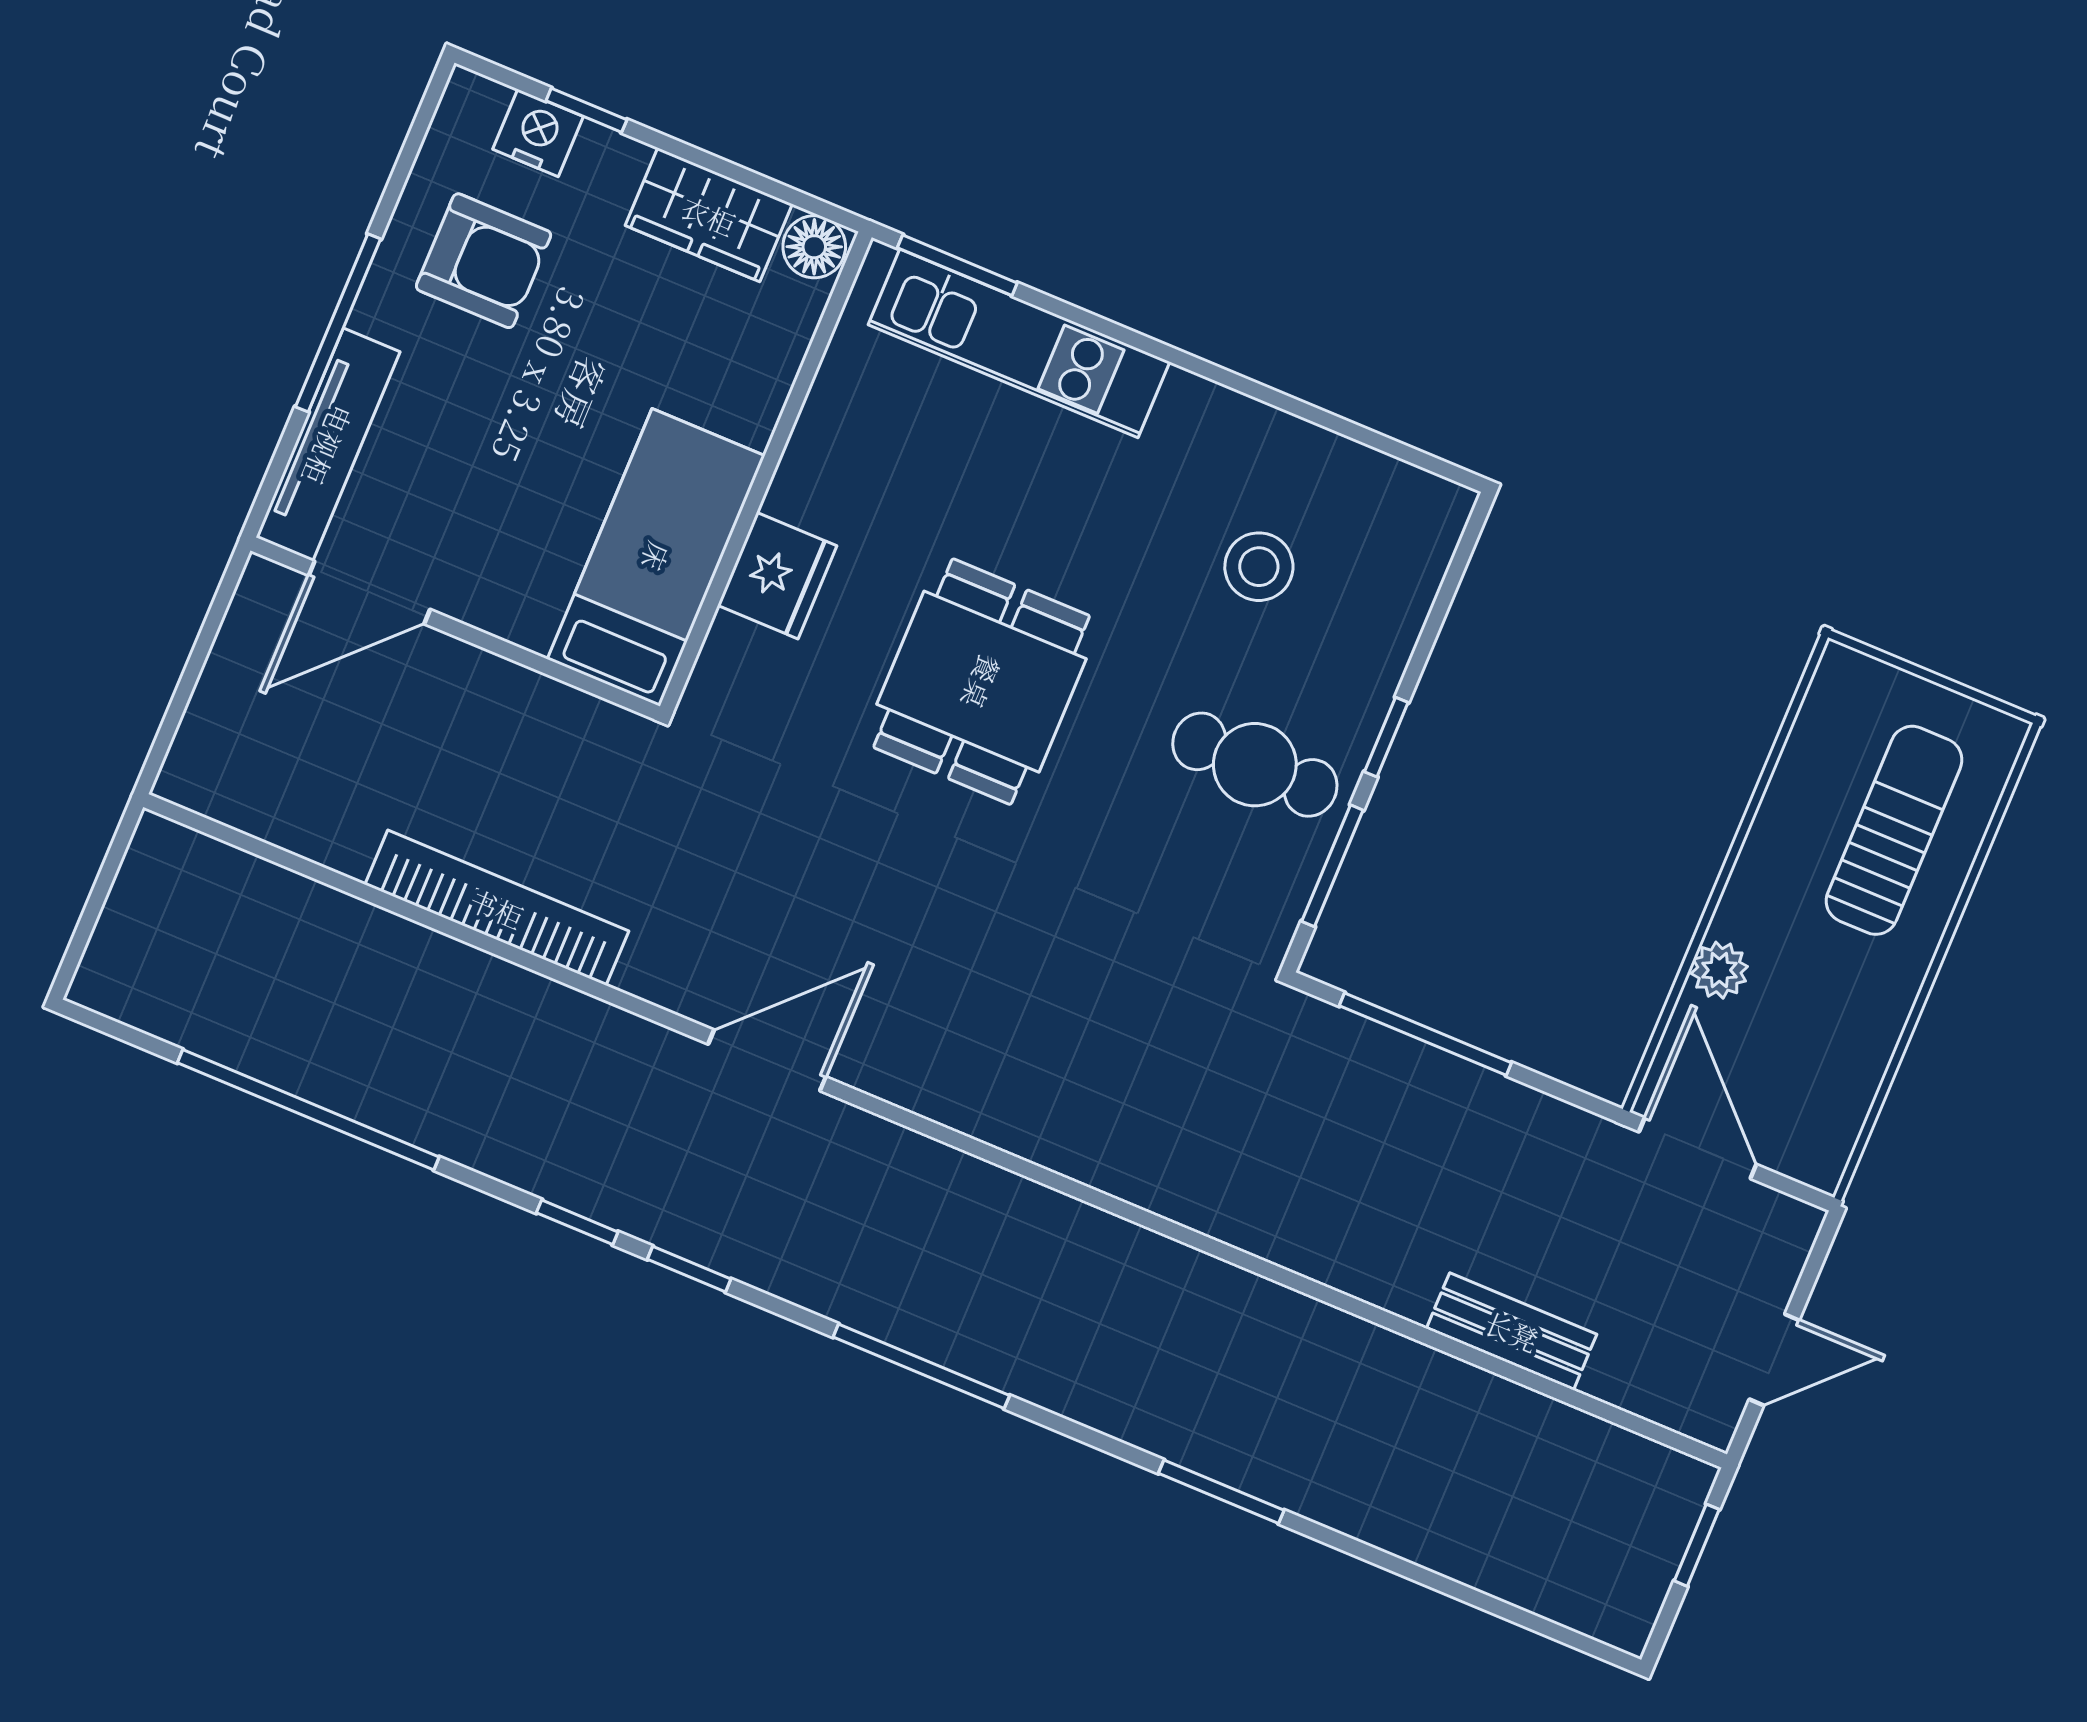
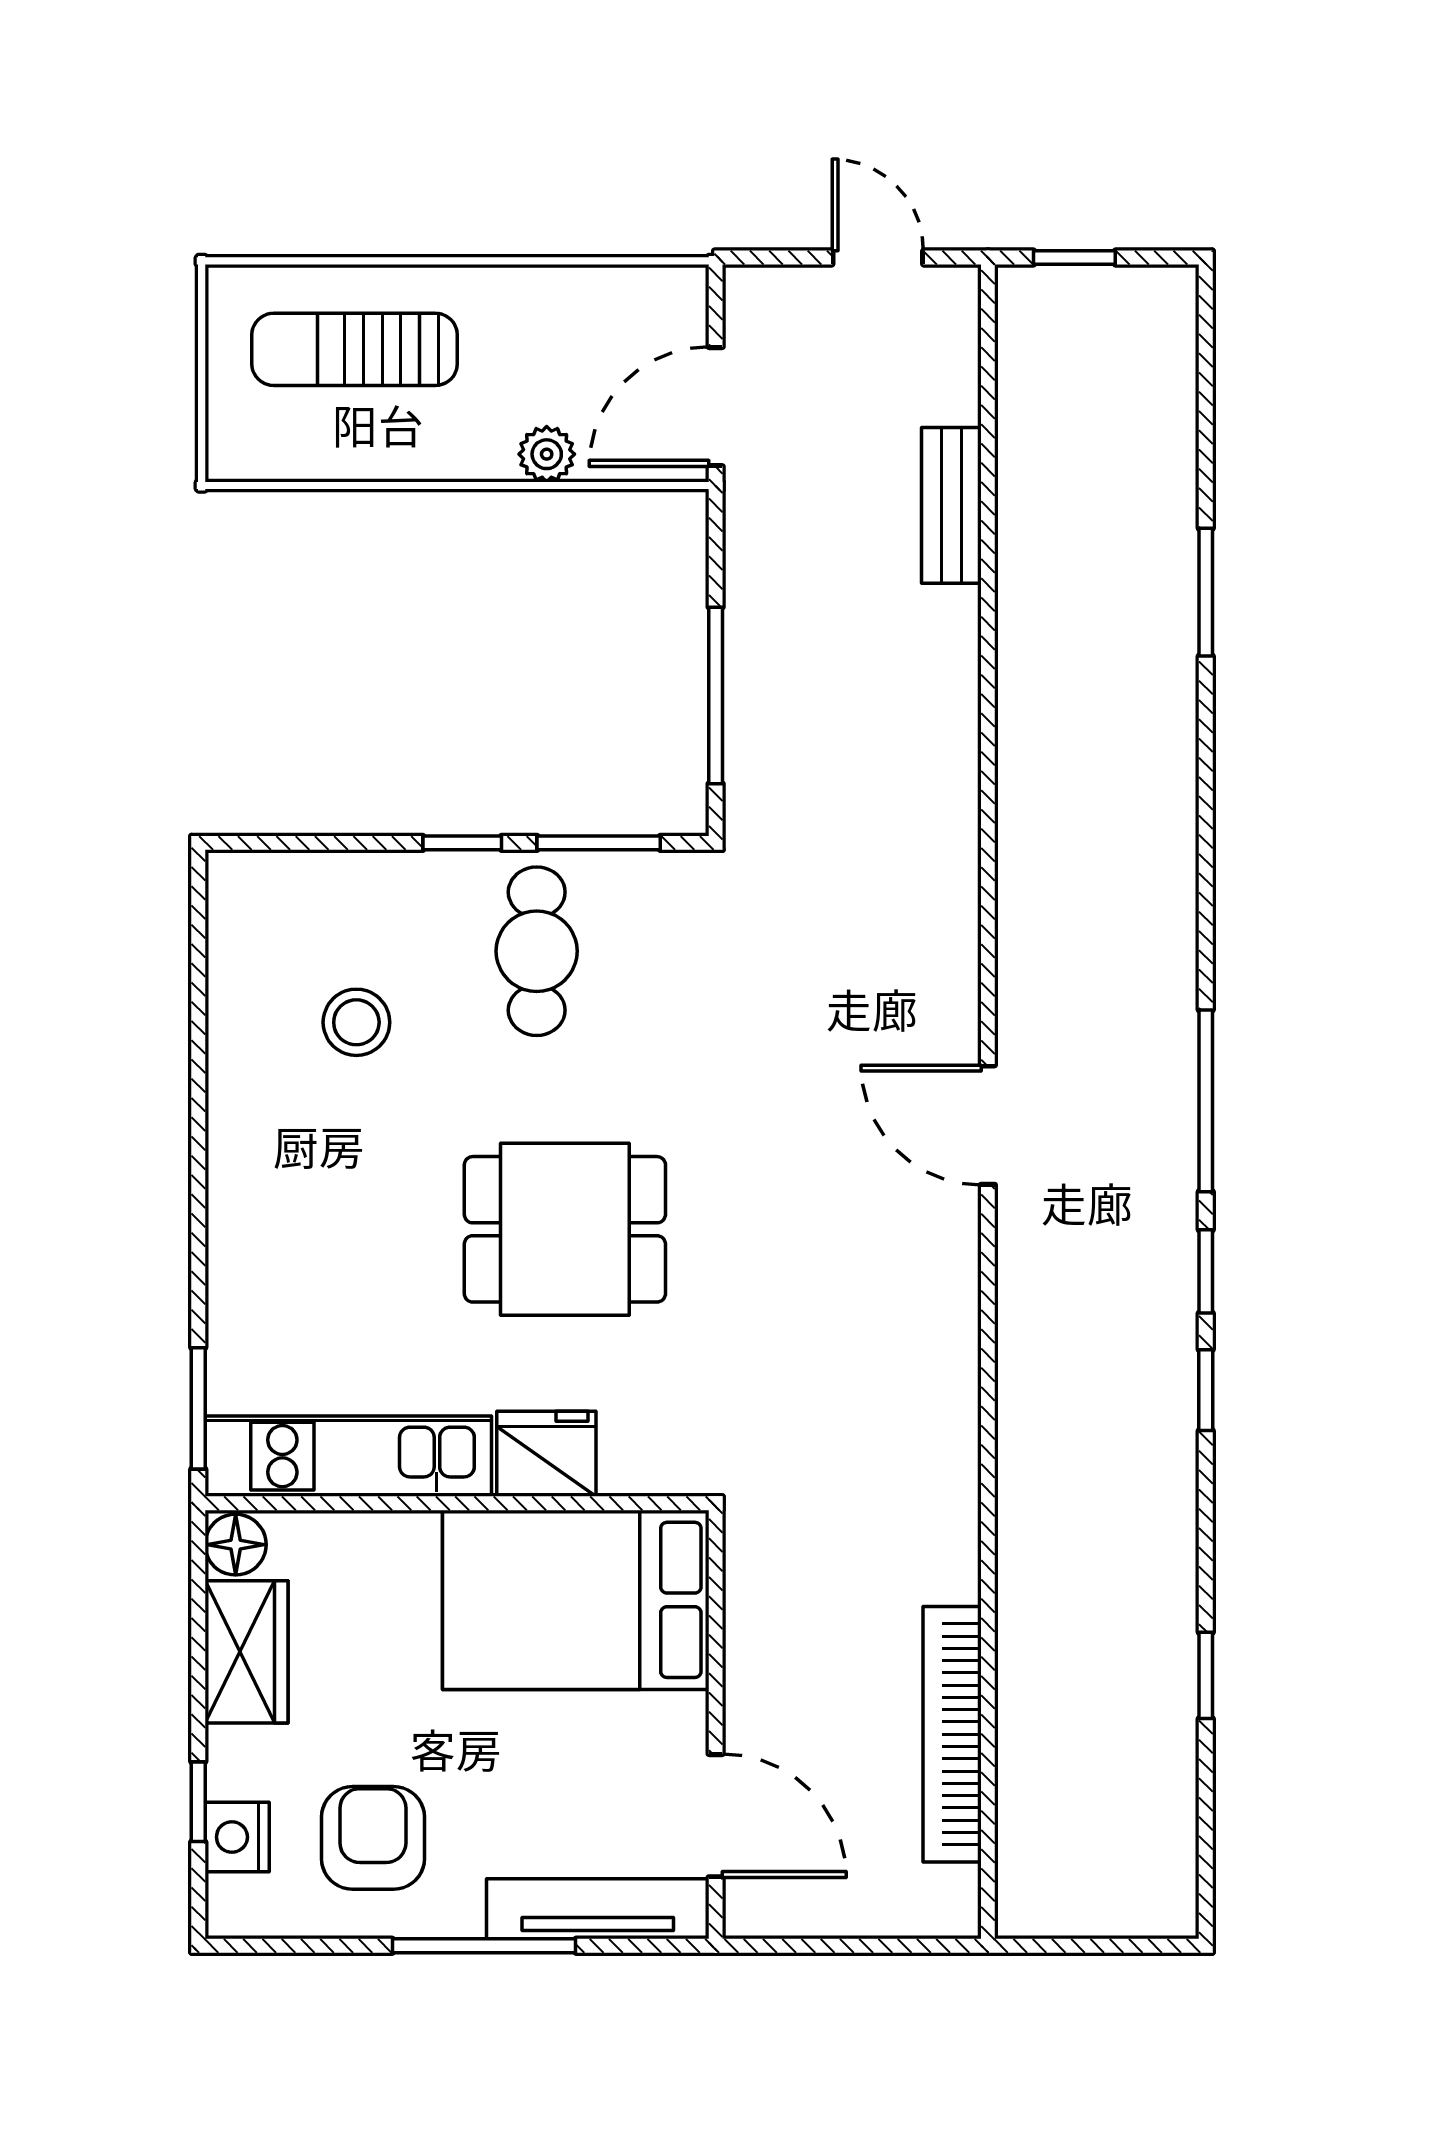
kitchen unit: (1019, 343) -> (348, 1456), moved, turned -90
bed: (656, 557) -> (576, 1600), width x1.50
bookcase: (497, 908) -> (952, 1734), moved
door: (767, 1060) -> (988, 1125), moved
window: (308, 1110) -> (1206, 1675), width x0.32
window: (921, 1366) -> (1206, 1101), moved
window: (1221, 1492) -> (1206, 592), moved

